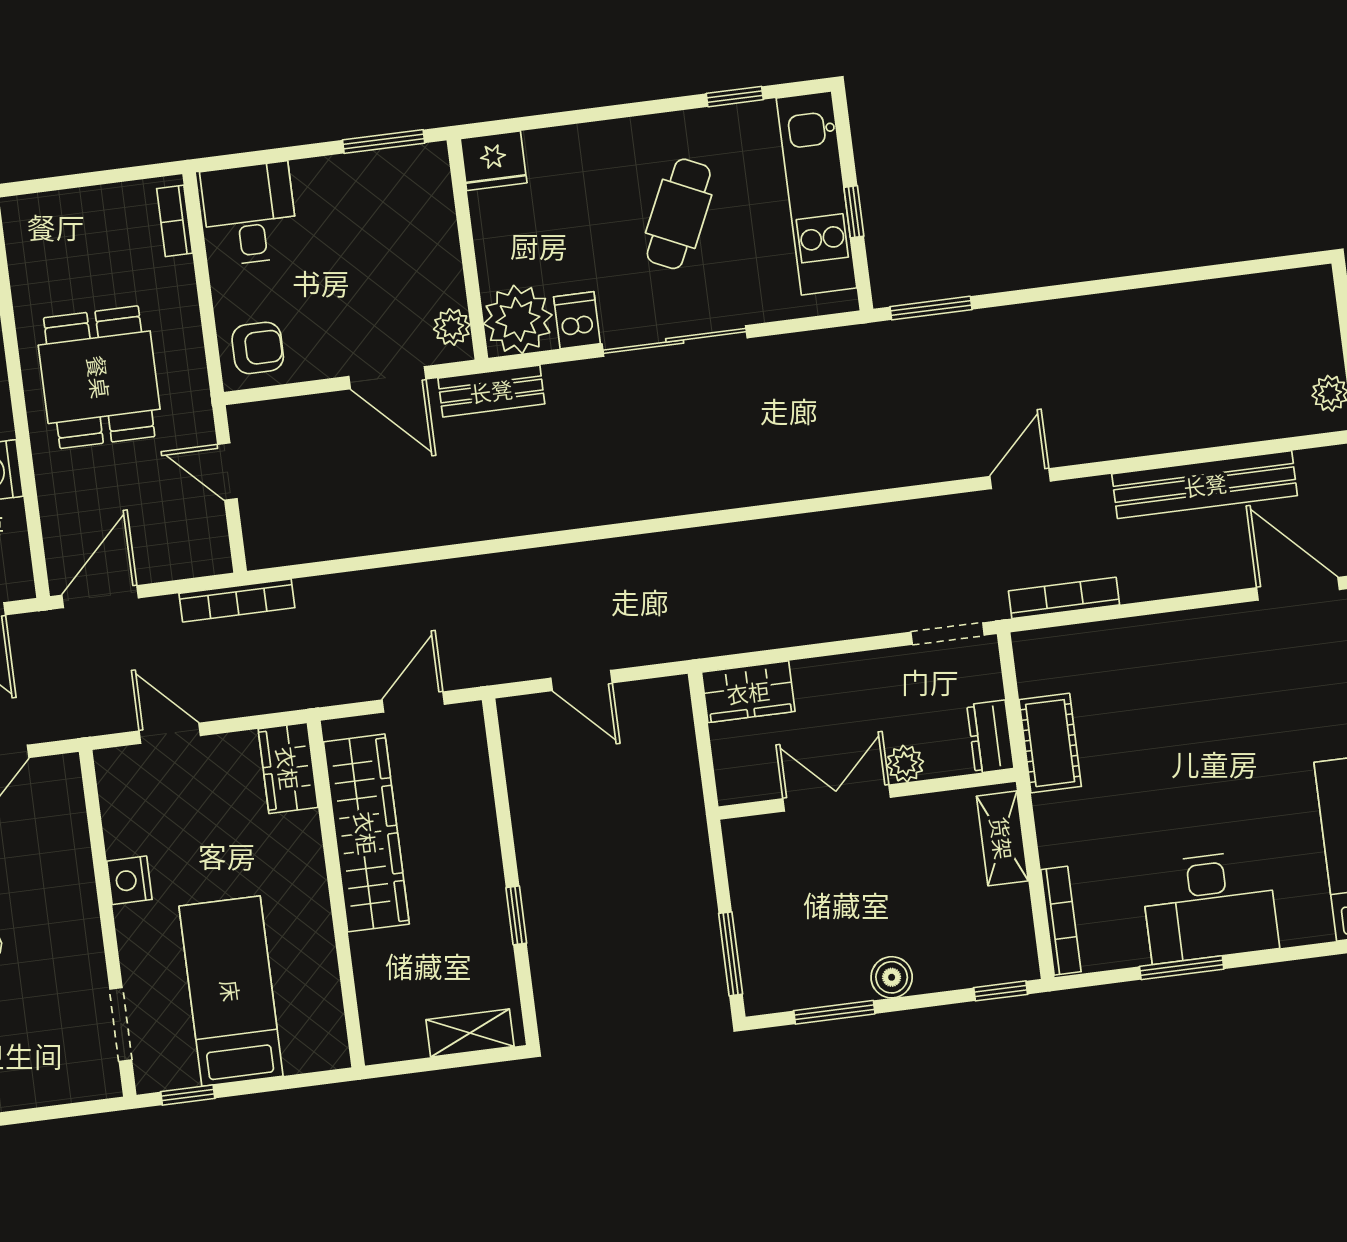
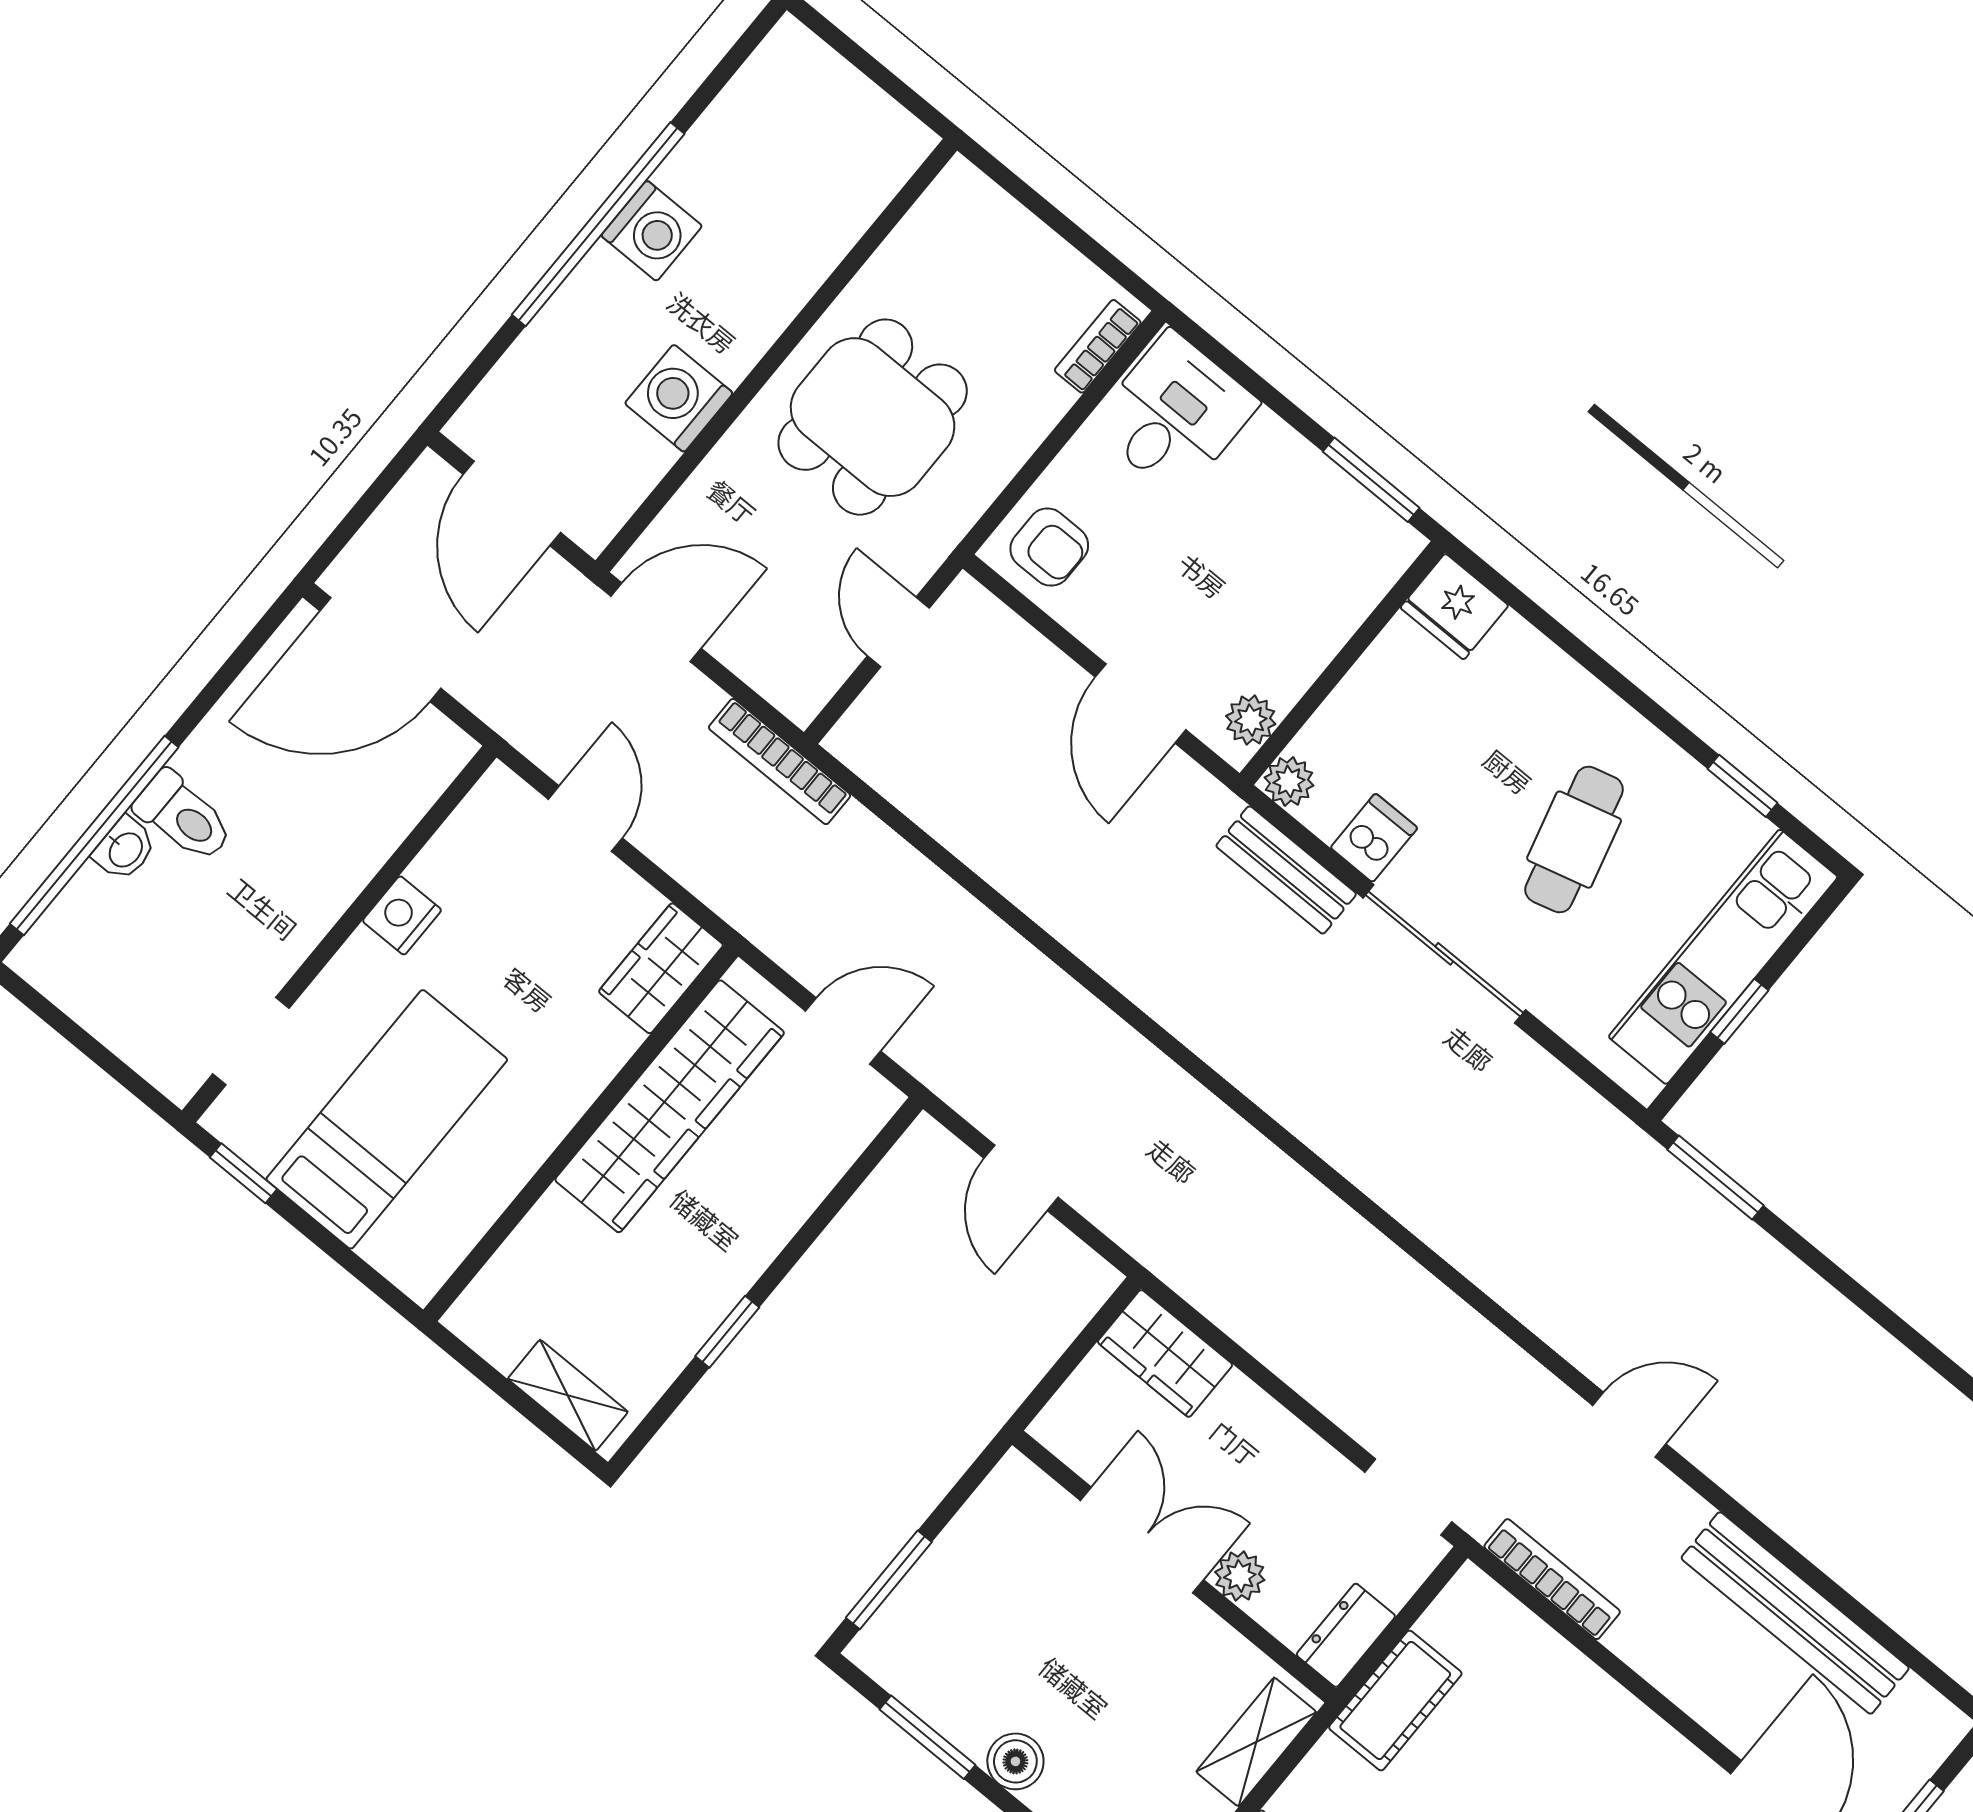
cafe table: (679, 214) -> (1574, 840), turned -40
plant: (518, 319) -> (1289, 781), width x0.53, depth x0.53
bench: (491, 391) -> (1286, 870), moved

